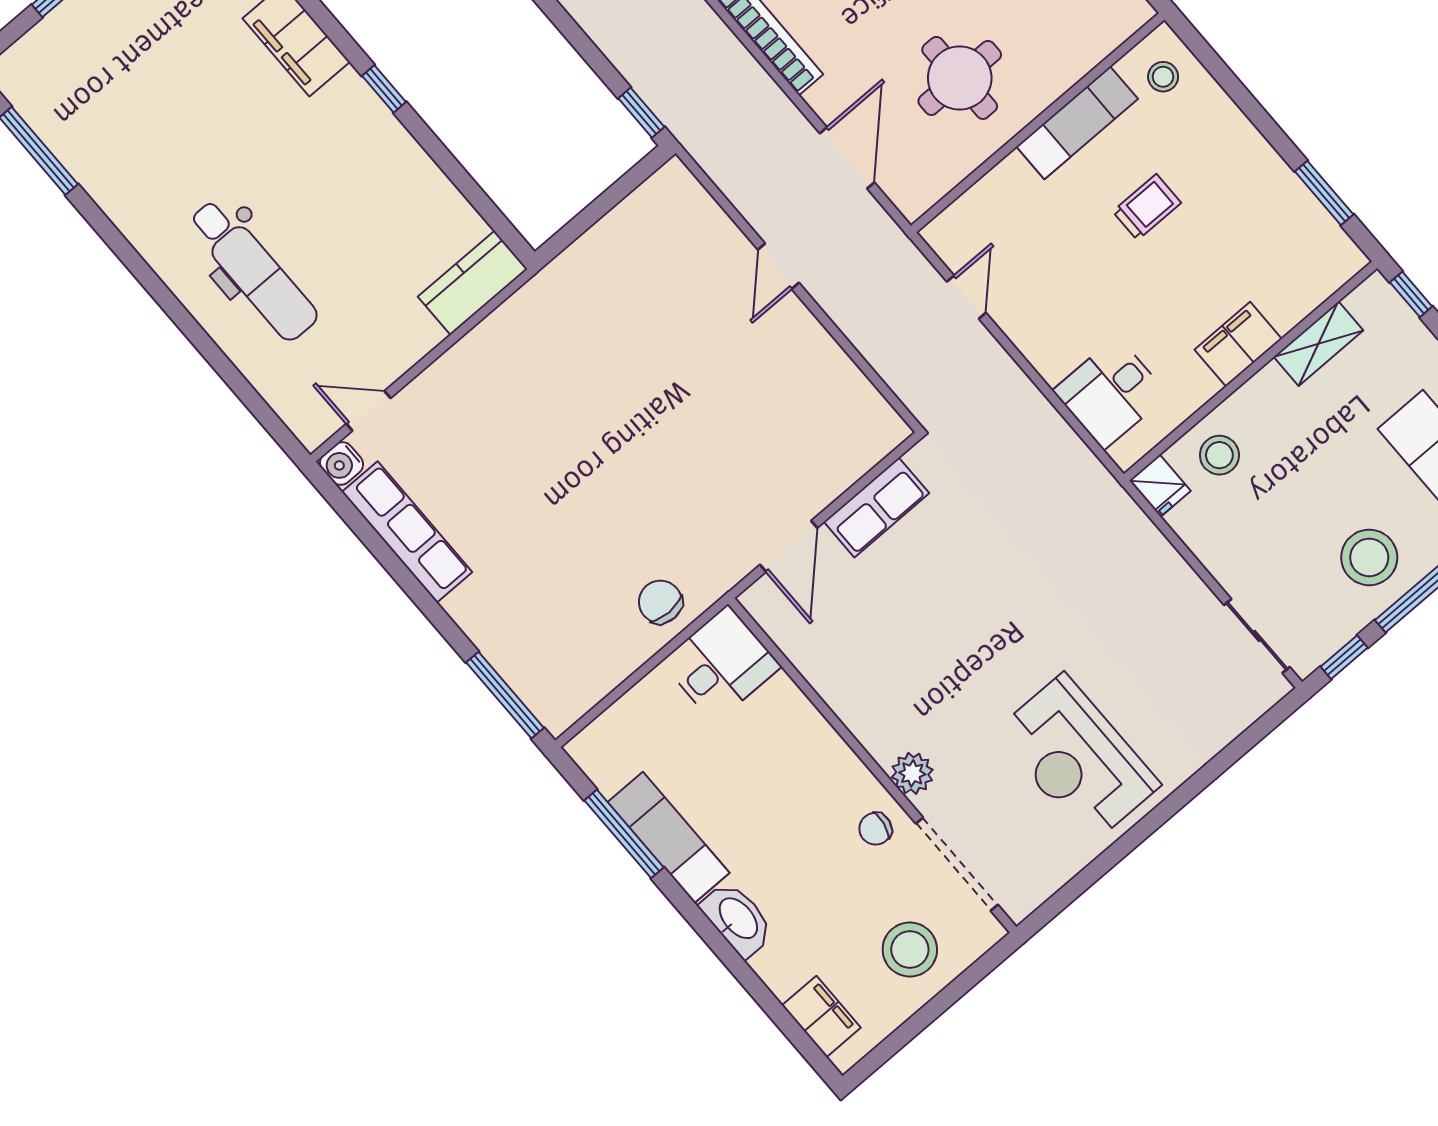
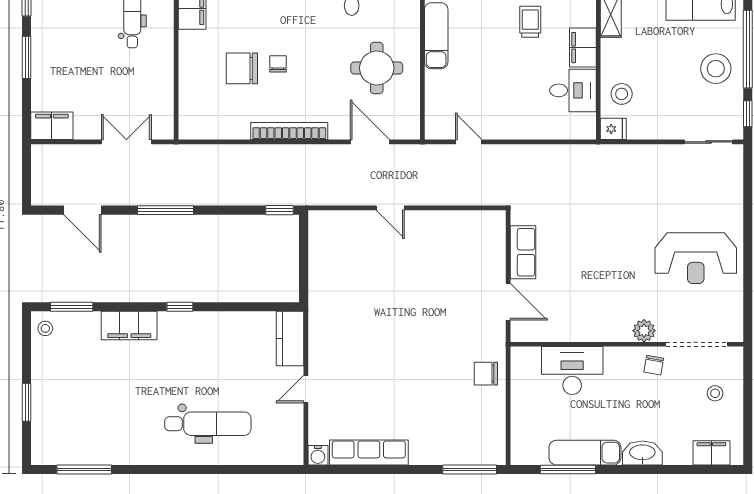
trolley: (1147, 207) -> (530, 22), moved
desk: (1110, 393) -> (573, 90), moved, turned -90
door: (368, 411) -> (306, 389), moved
desk: (721, 664) -> (572, 370), moved, width x1.37
stool: (910, 949) -> (715, 393), width x0.53, depth x0.53

